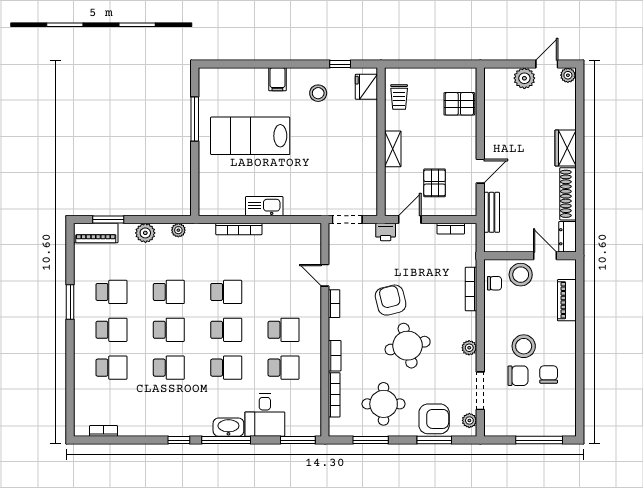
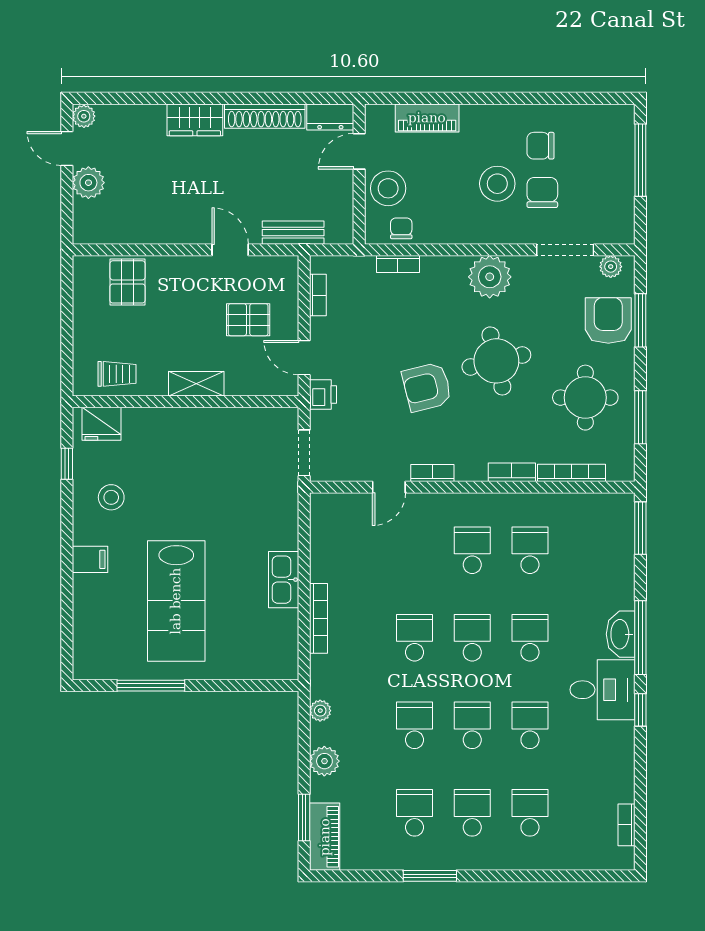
bookcase: (471, 289) -> (398, 264), width x0.64
plant: (469, 348) -> (490, 277), width x1.87, depth x1.87
desk: (265, 415) -> (603, 690), moved

